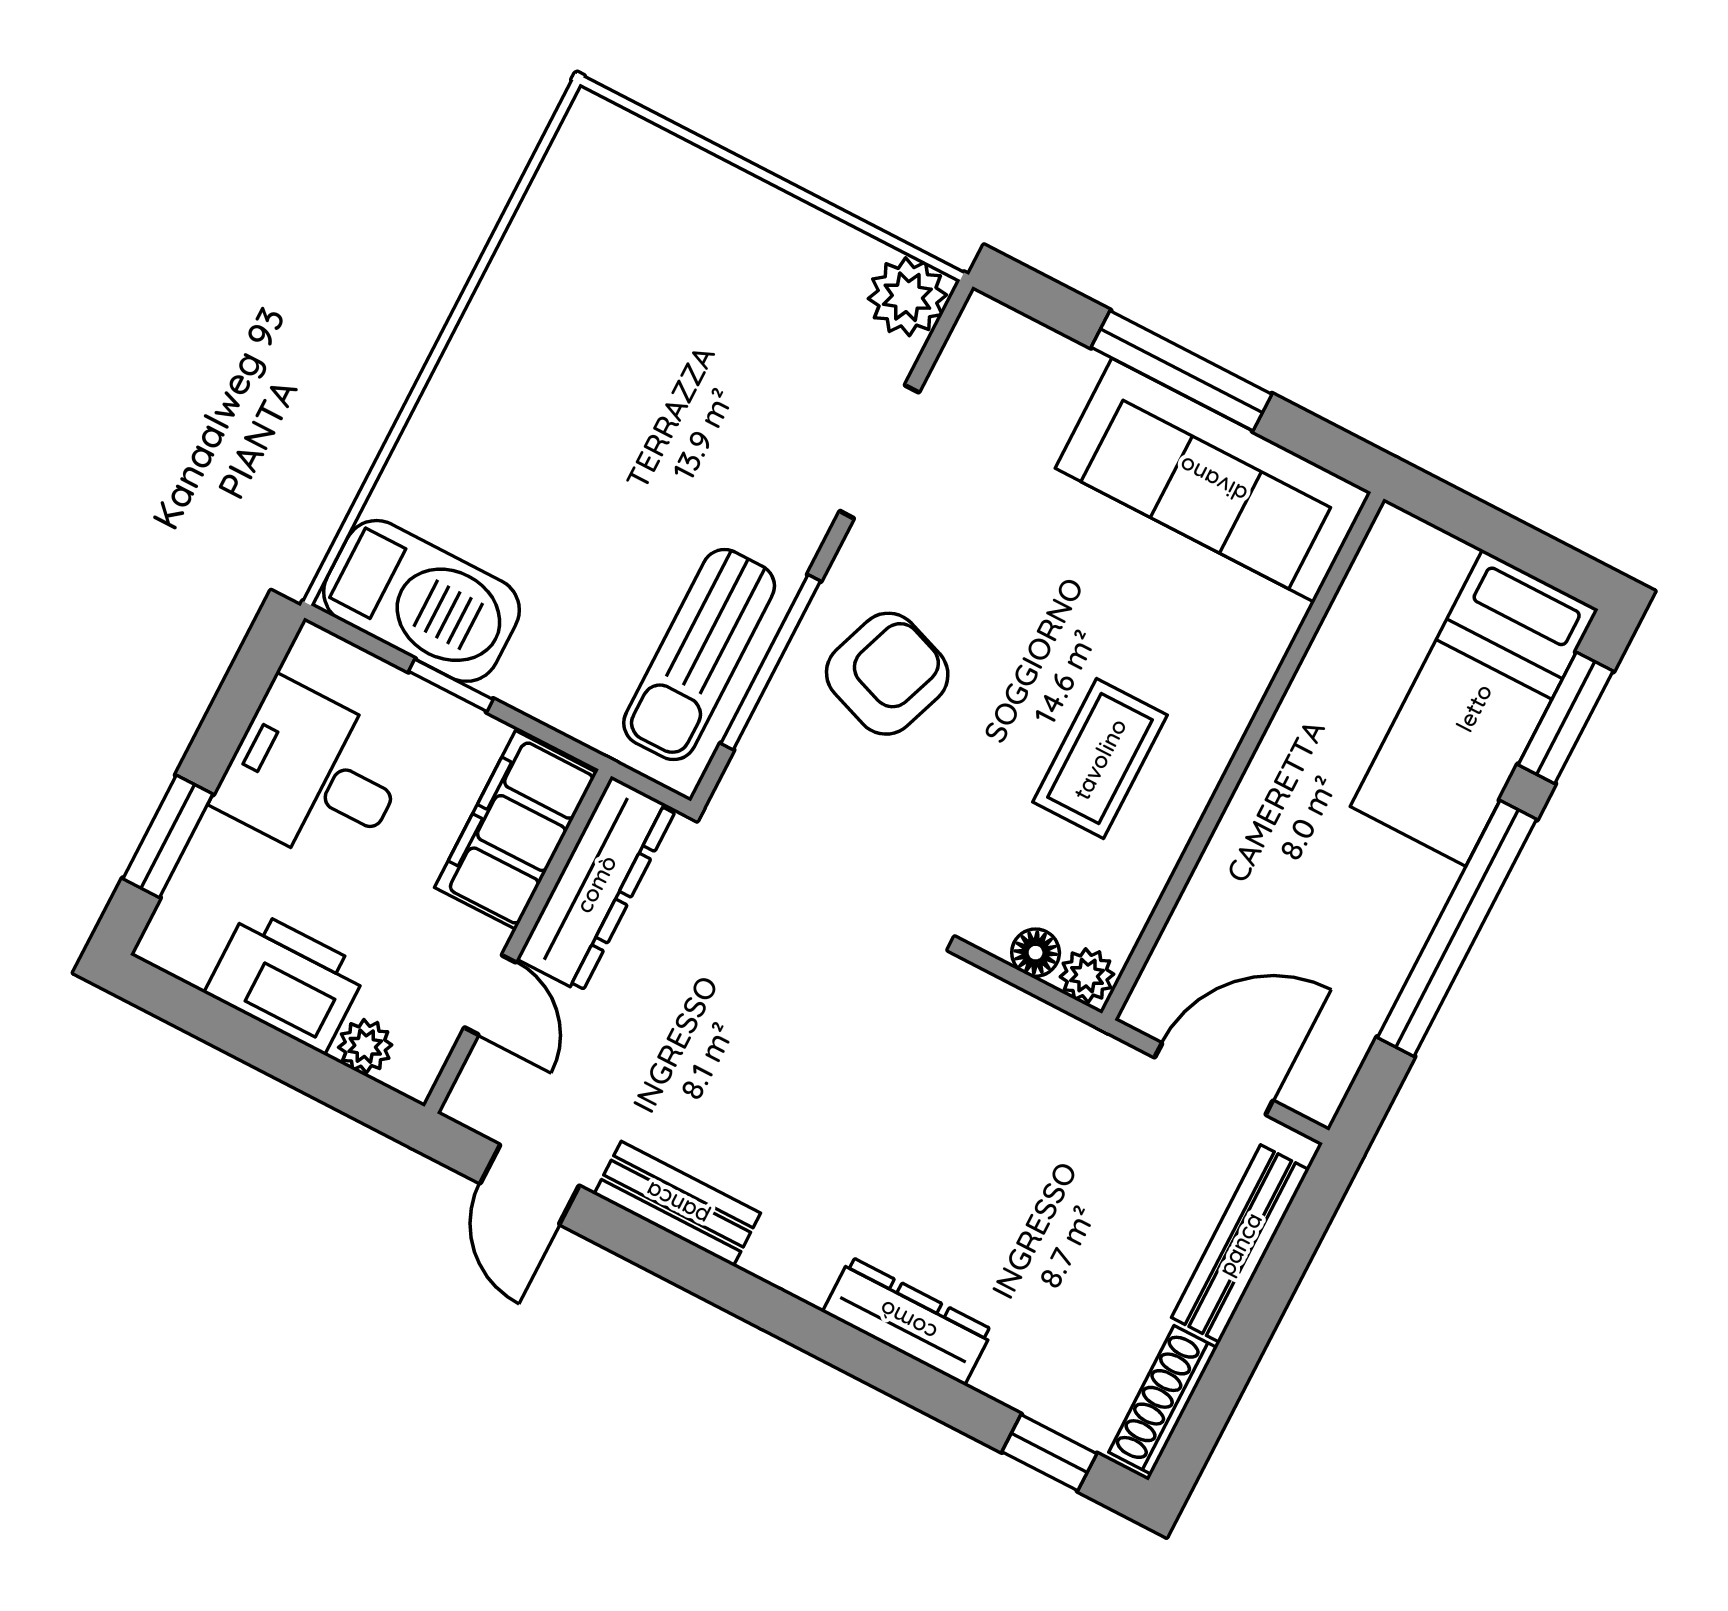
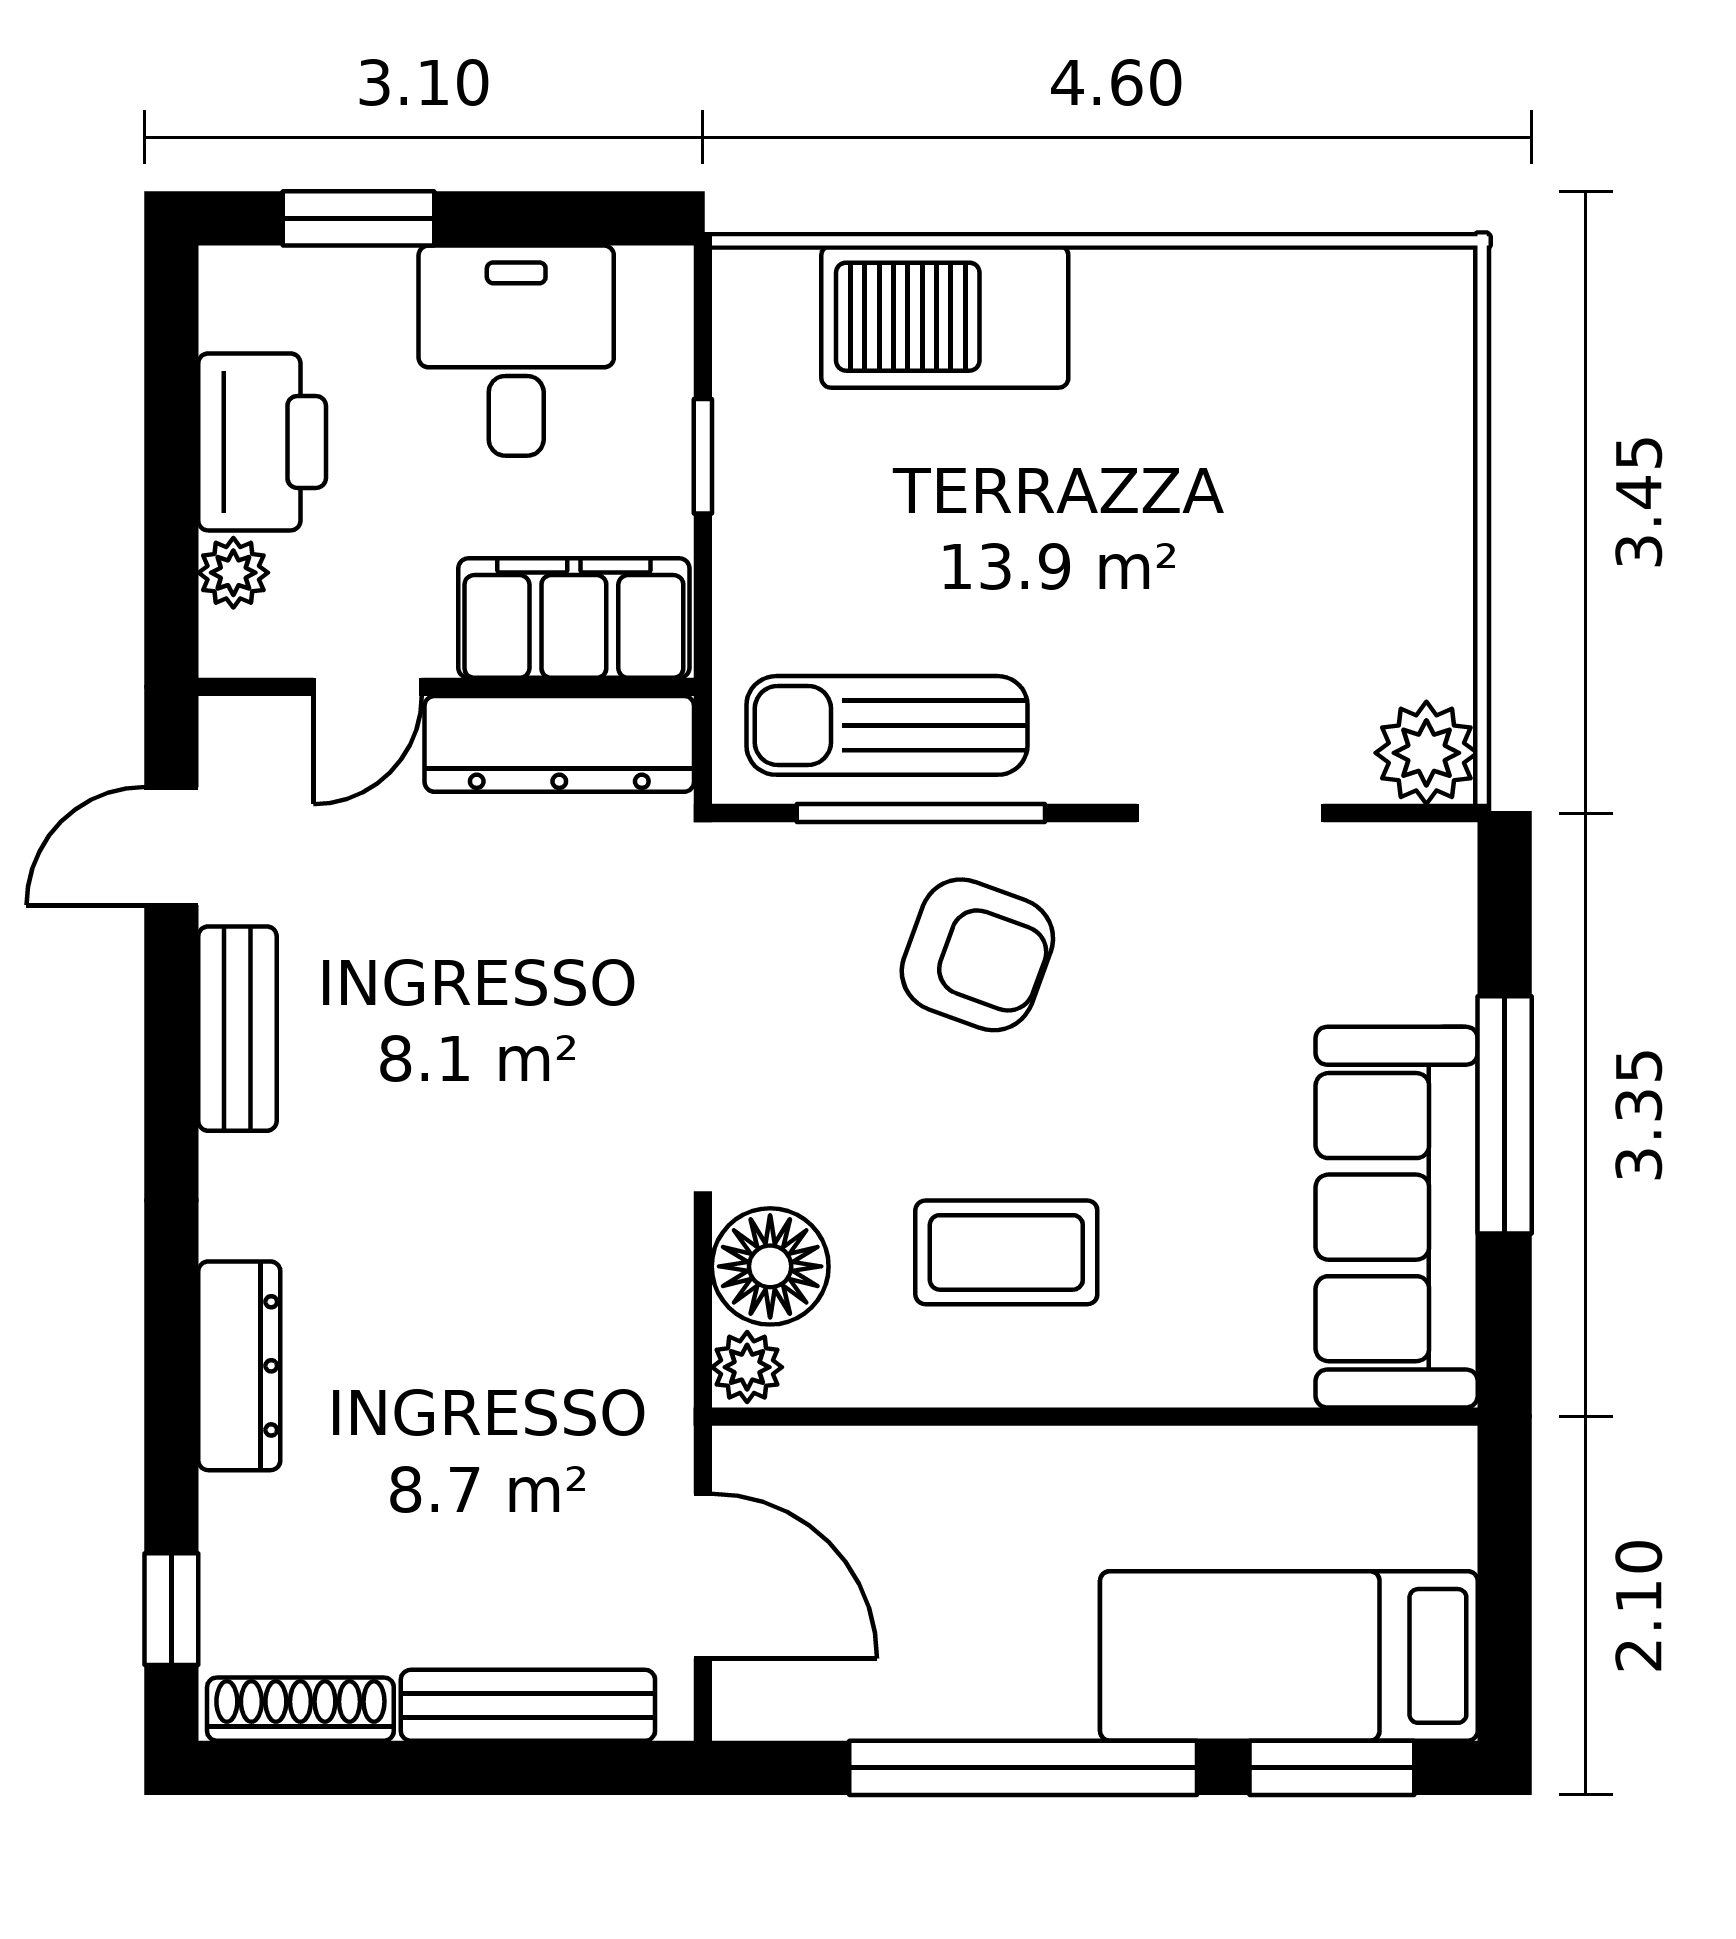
barbecue: (421, 601) -> (945, 317), moved, turned 90
floor lamp: (1036, 953) -> (770, 1266), width x1.89, depth x1.89

